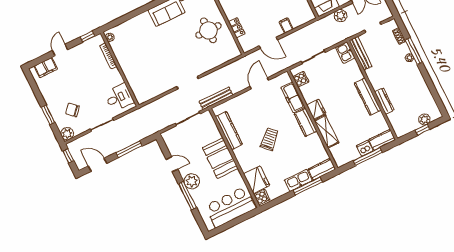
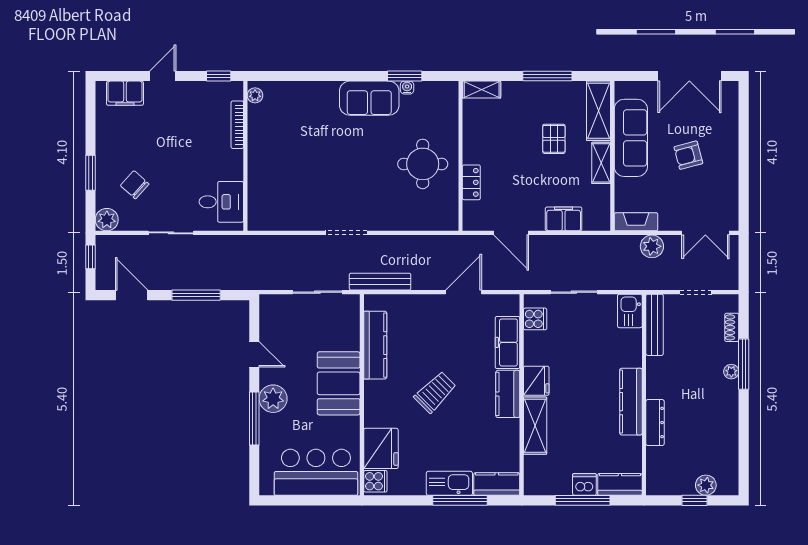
filing cabinet: (286, 26) -> (564, 219), width x2.00

